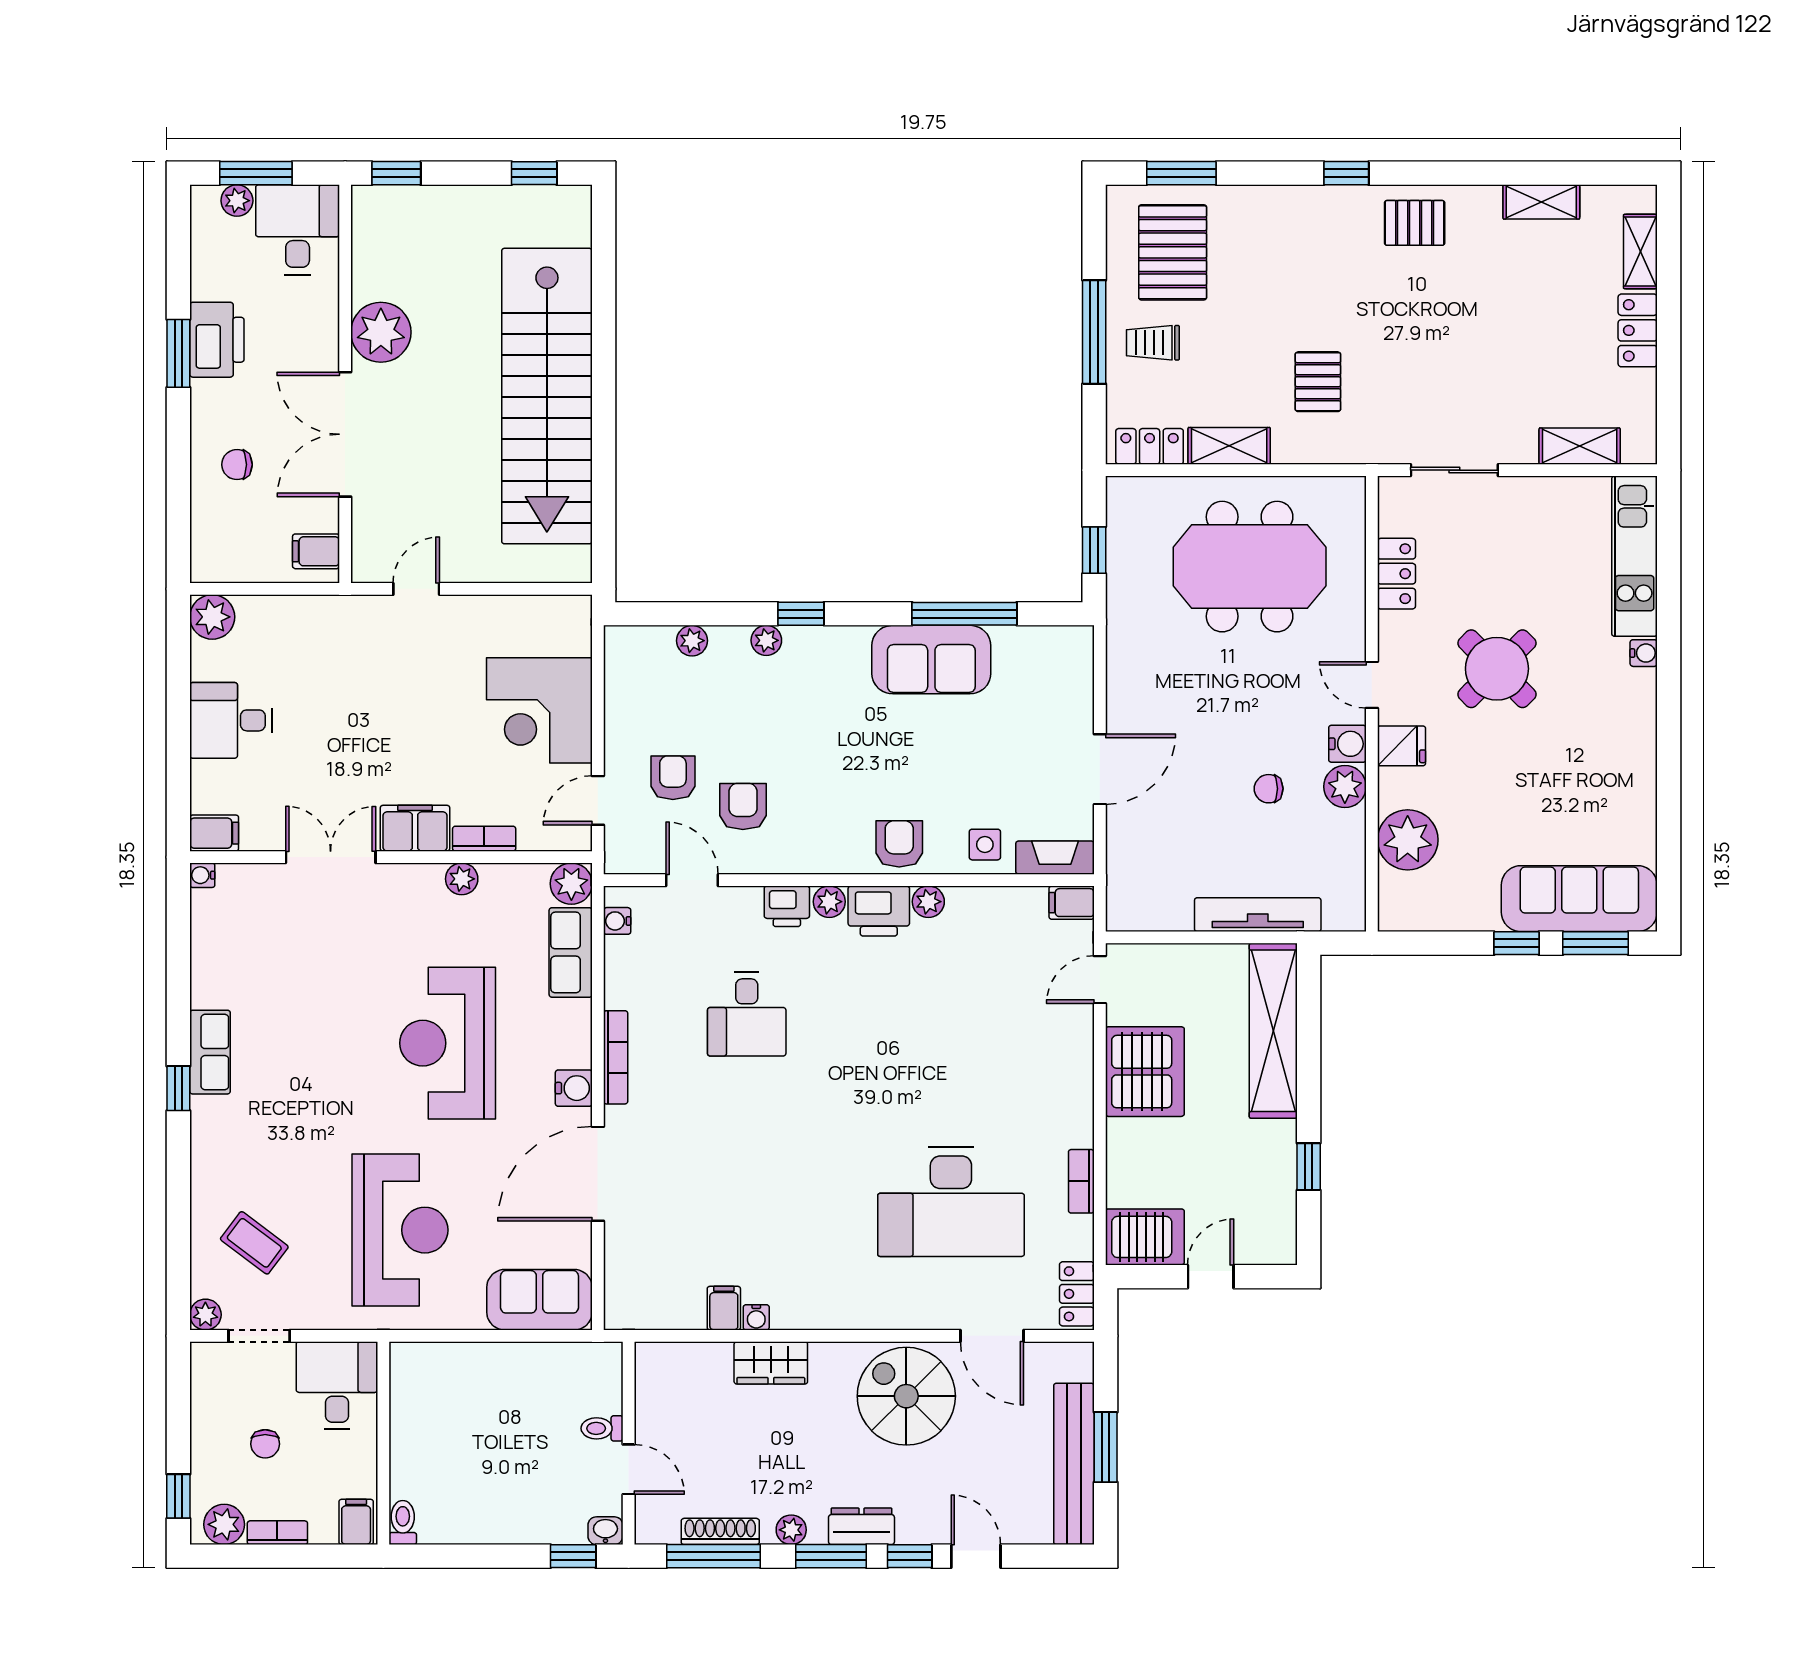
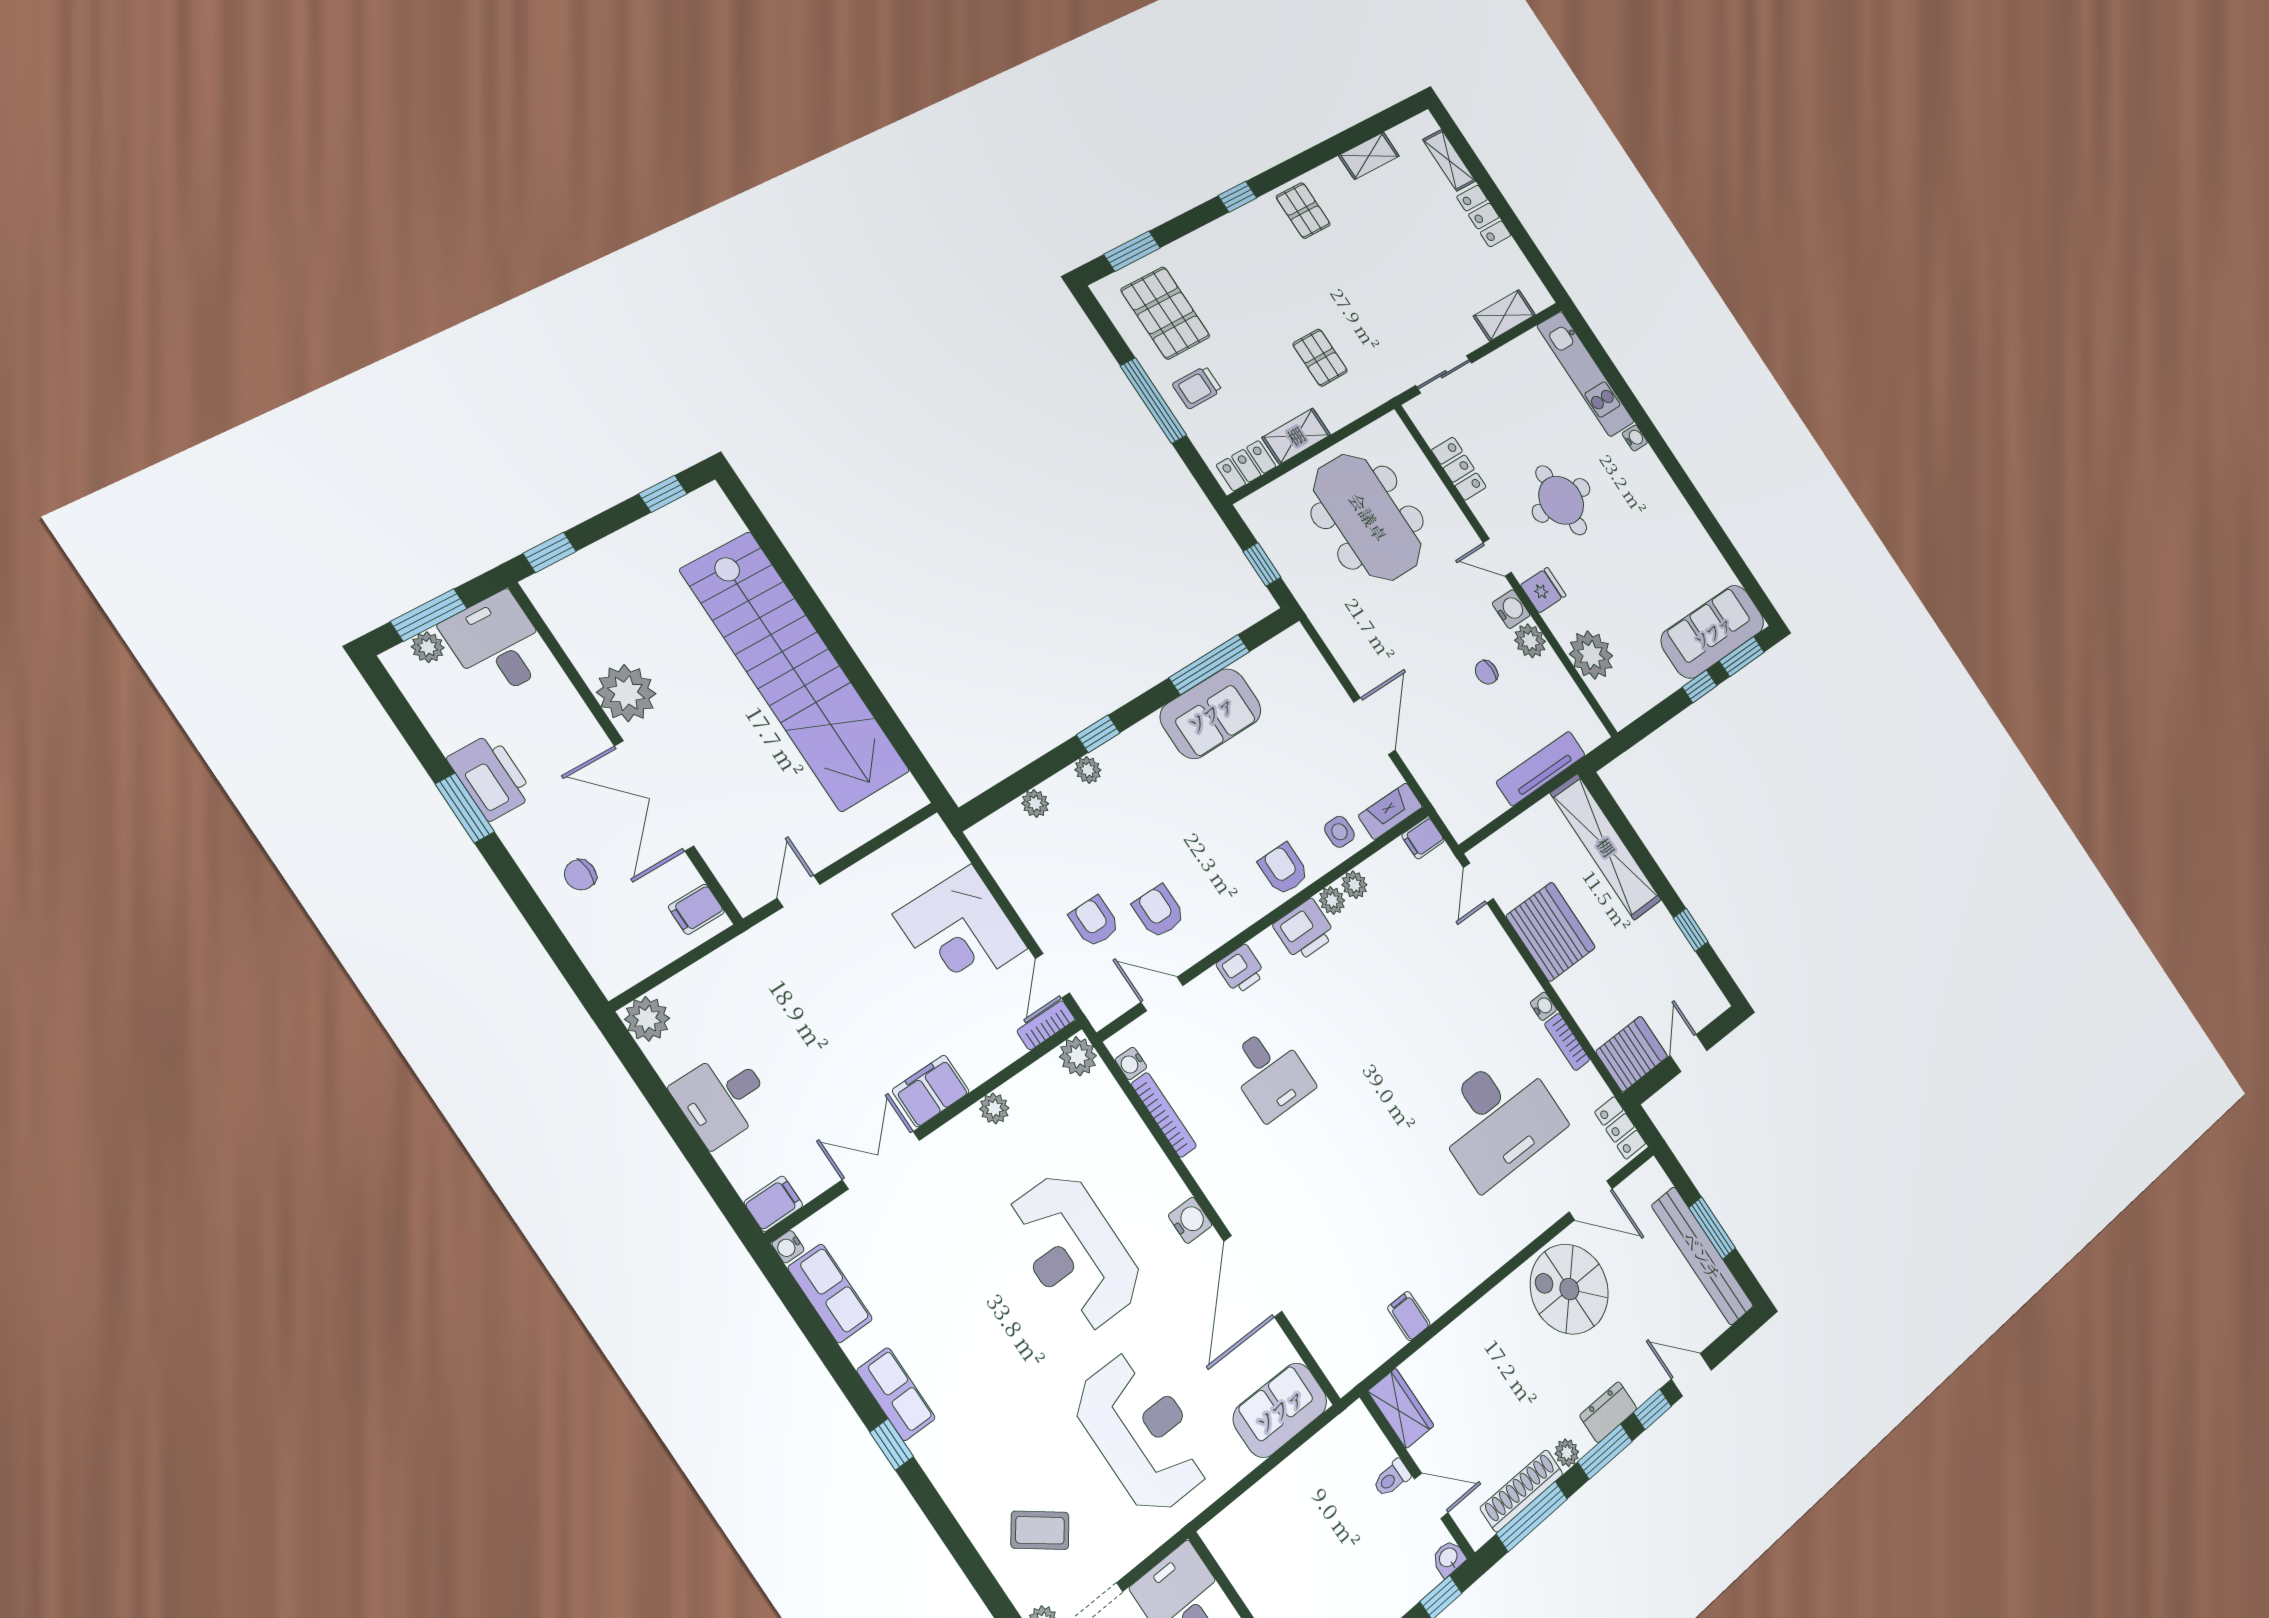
pallet: (1415, 223) -> (1303, 211), turned 90
meeting table: (1250, 567) -> (1368, 517), turned 90
round table: (1497, 669) -> (1561, 500), turned 45
bookcase: (484, 839) -> (1046, 1025), moved
plant: (829, 902) -> (1354, 885), moved
row of seats: (571, 952) -> (830, 1293), moved, turned 180
bookcase: (616, 1057) -> (1164, 1115), moved
water cooler: (756, 1317) -> (1543, 1006), moved, turned -90
wardrobe: (771, 1363) -> (1401, 1408), moved, turned -90
shoe rack: (720, 1531) -> (1522, 1491), width x1.36, depth x1.24

